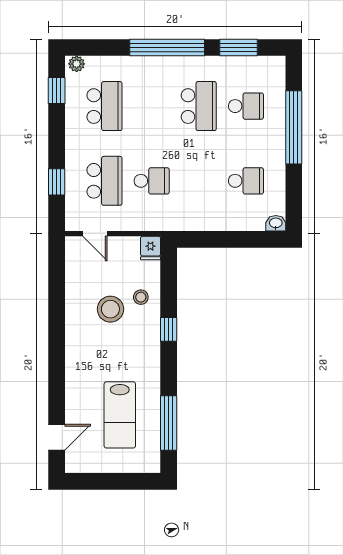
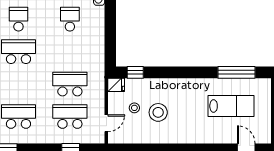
school desk: (152, 181) -> (70, 84), width x1.85
stool: (141, 297) -> (134, 108), moved
window: (169, 329) -> (135, 72), moved

